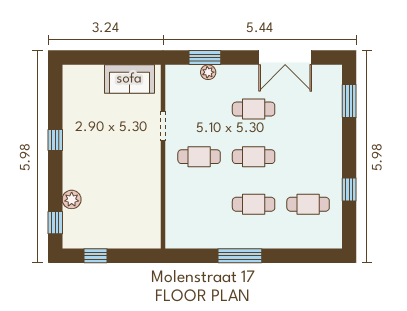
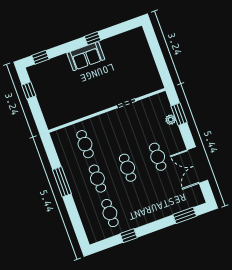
sofa: (129, 79) -> (86, 56), moved, turned -90
cafe table: (199, 157) -> (85, 144), moved
plant: (72, 199) -> (59, 62), removed

